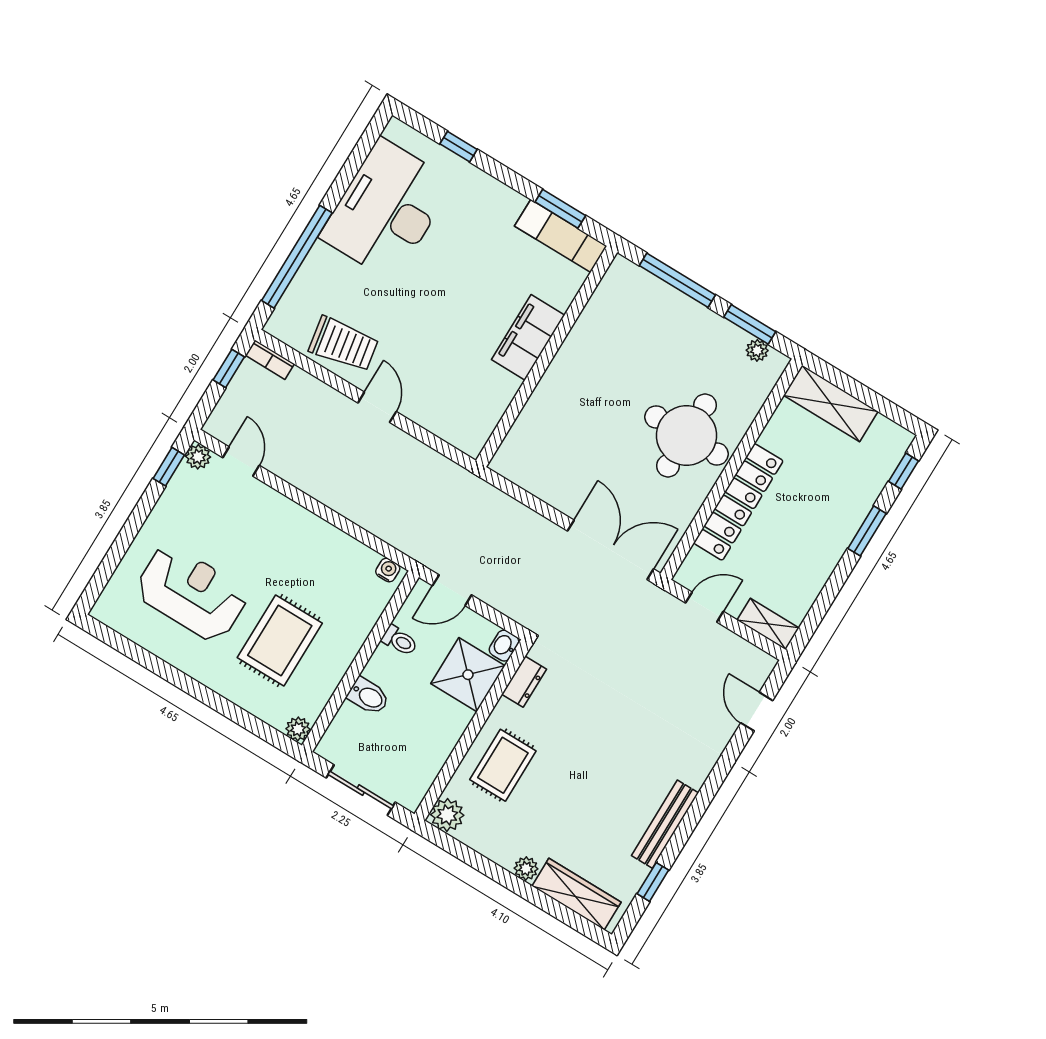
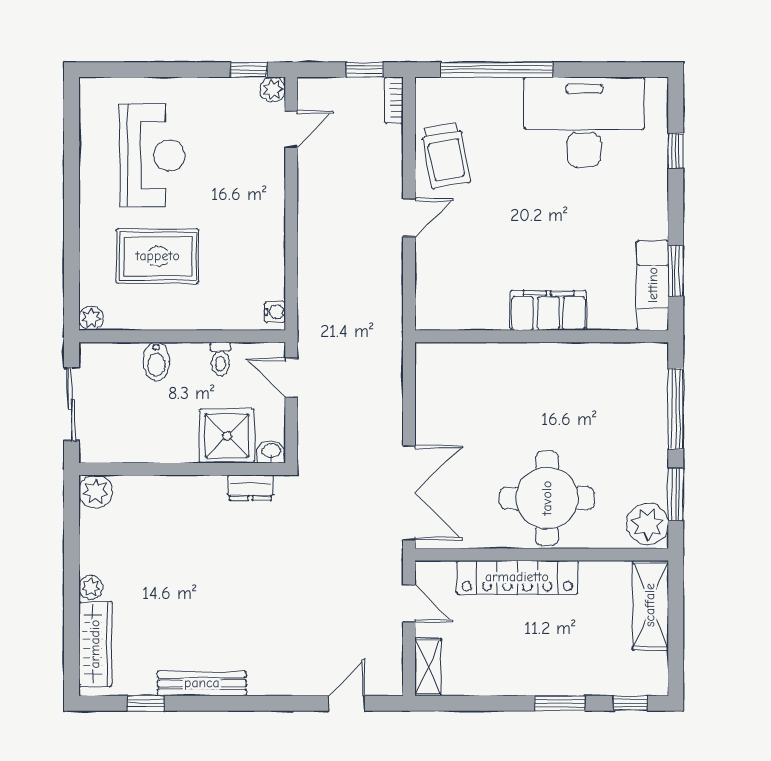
plant: (757, 350) -> (648, 524), width x1.88, depth x1.88
rug: (503, 765) -> (168, 513), removed

